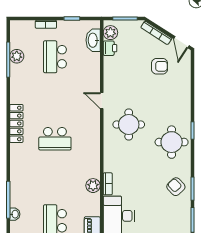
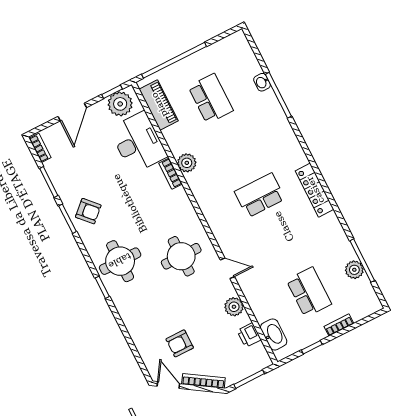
plant: (110, 33) -> (234, 307), moved

